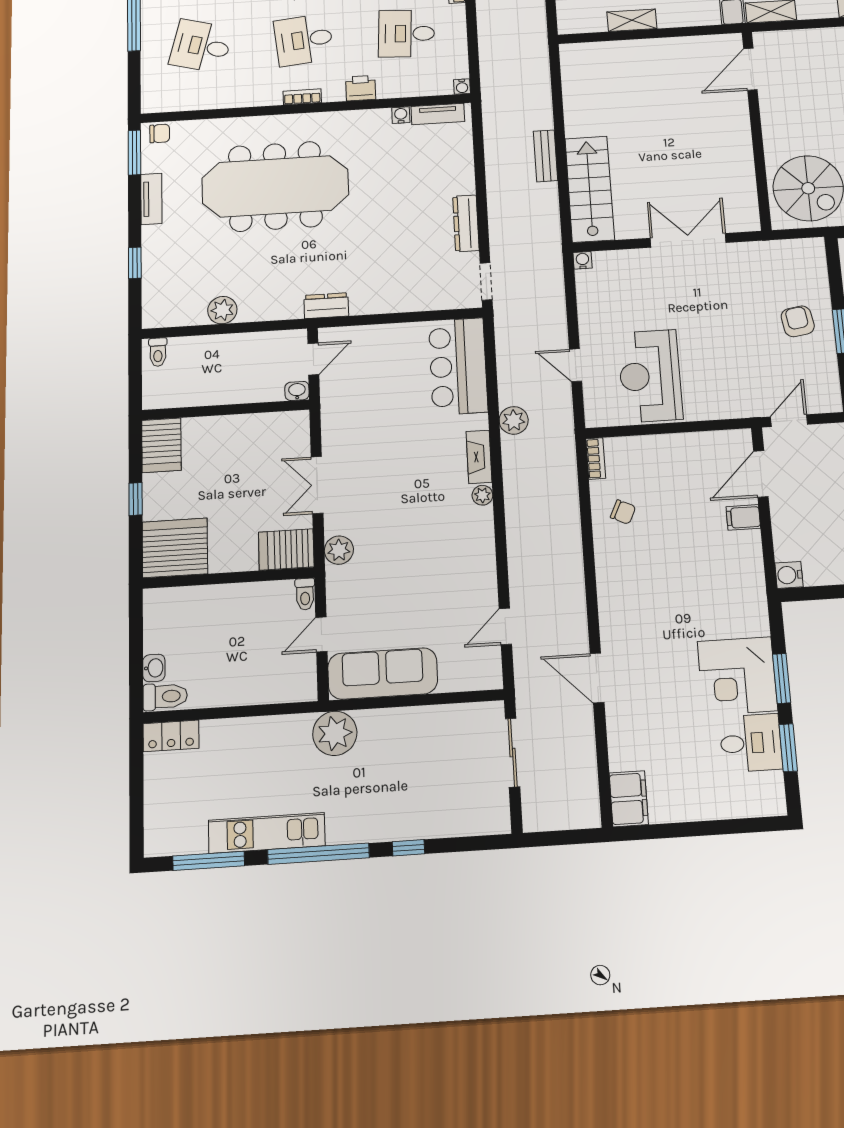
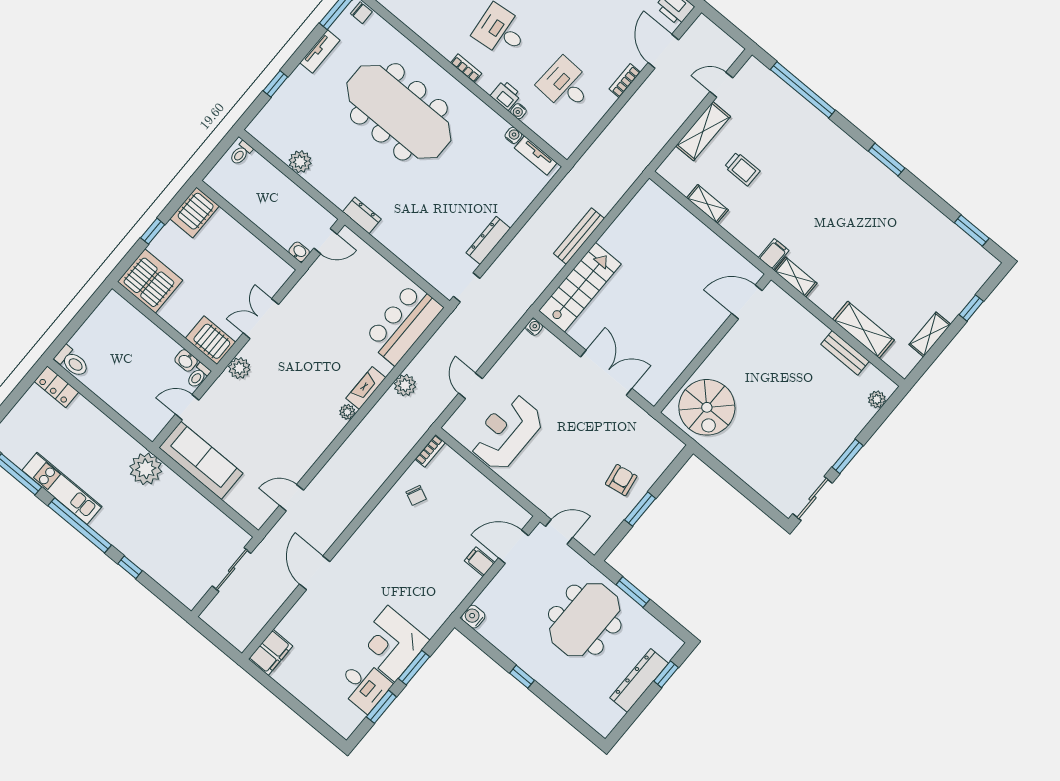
water cooler: (462, 86) -> (518, 111), moved
bench: (546, 156) -> (579, 236), width x1.36
washbasin: (154, 668) -> (186, 360), moved, turned 90

